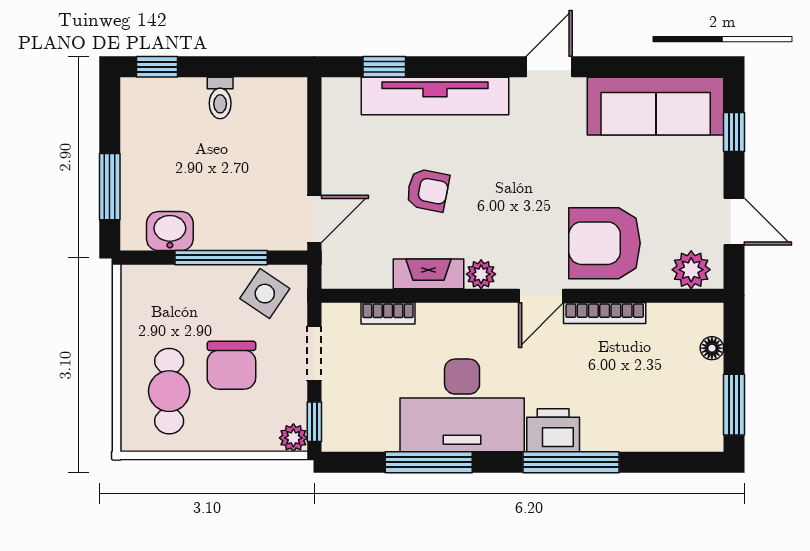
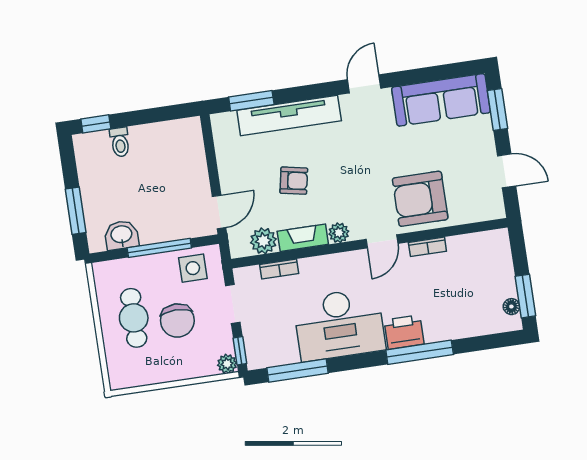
window: (384, 67) -> (251, 101), width x1.50
toilet: (220, 98) -> (120, 142), moved
window: (734, 132) -> (497, 110), width x1.50
plant: (691, 270) -> (263, 241), moved
side table: (265, 294) -> (193, 268), turned -34
bookcase: (605, 313) -> (427, 247), width x0.64
floor lamp: (712, 348) -> (511, 307), moved
cafe table: (169, 391) -> (134, 318), moved
window: (429, 462) -> (297, 370), moved

